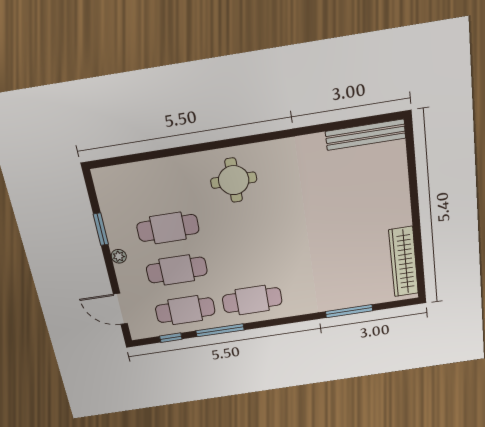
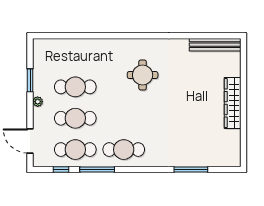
round table: (234, 180) -> (143, 75), moved
wardrobe: (404, 262) -> (233, 103), moved

